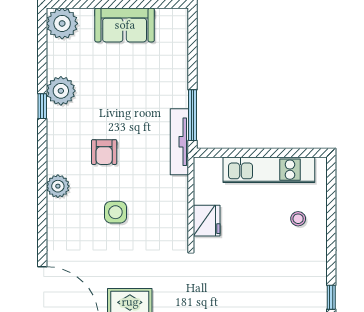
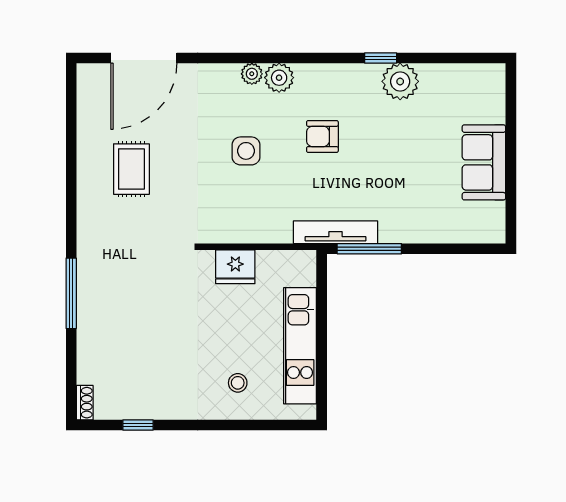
plant: (62, 23) -> (252, 74), moved, width x0.53, depth x0.53

